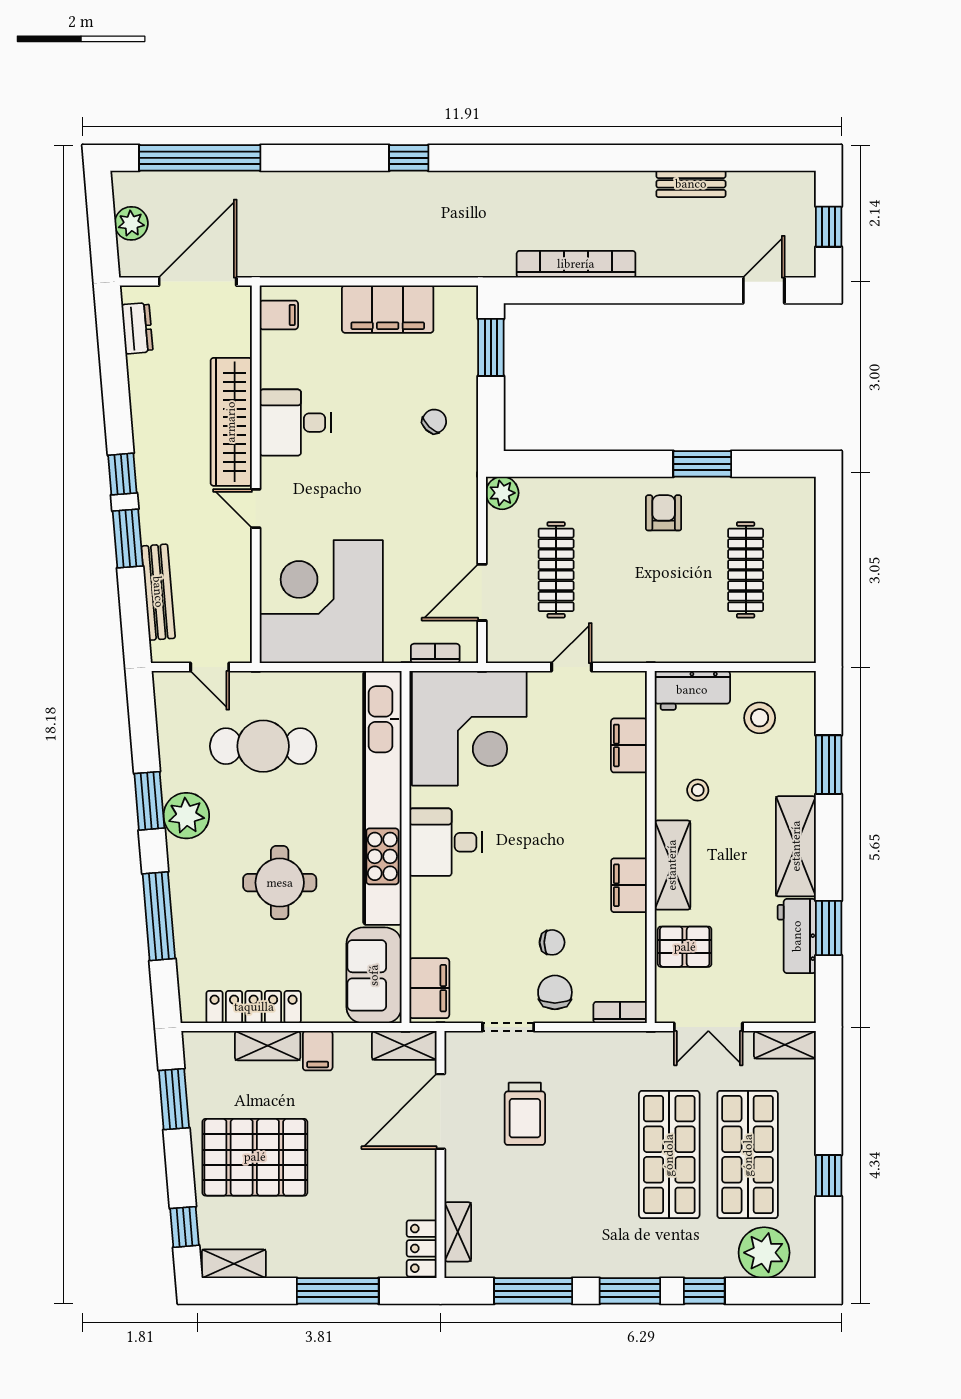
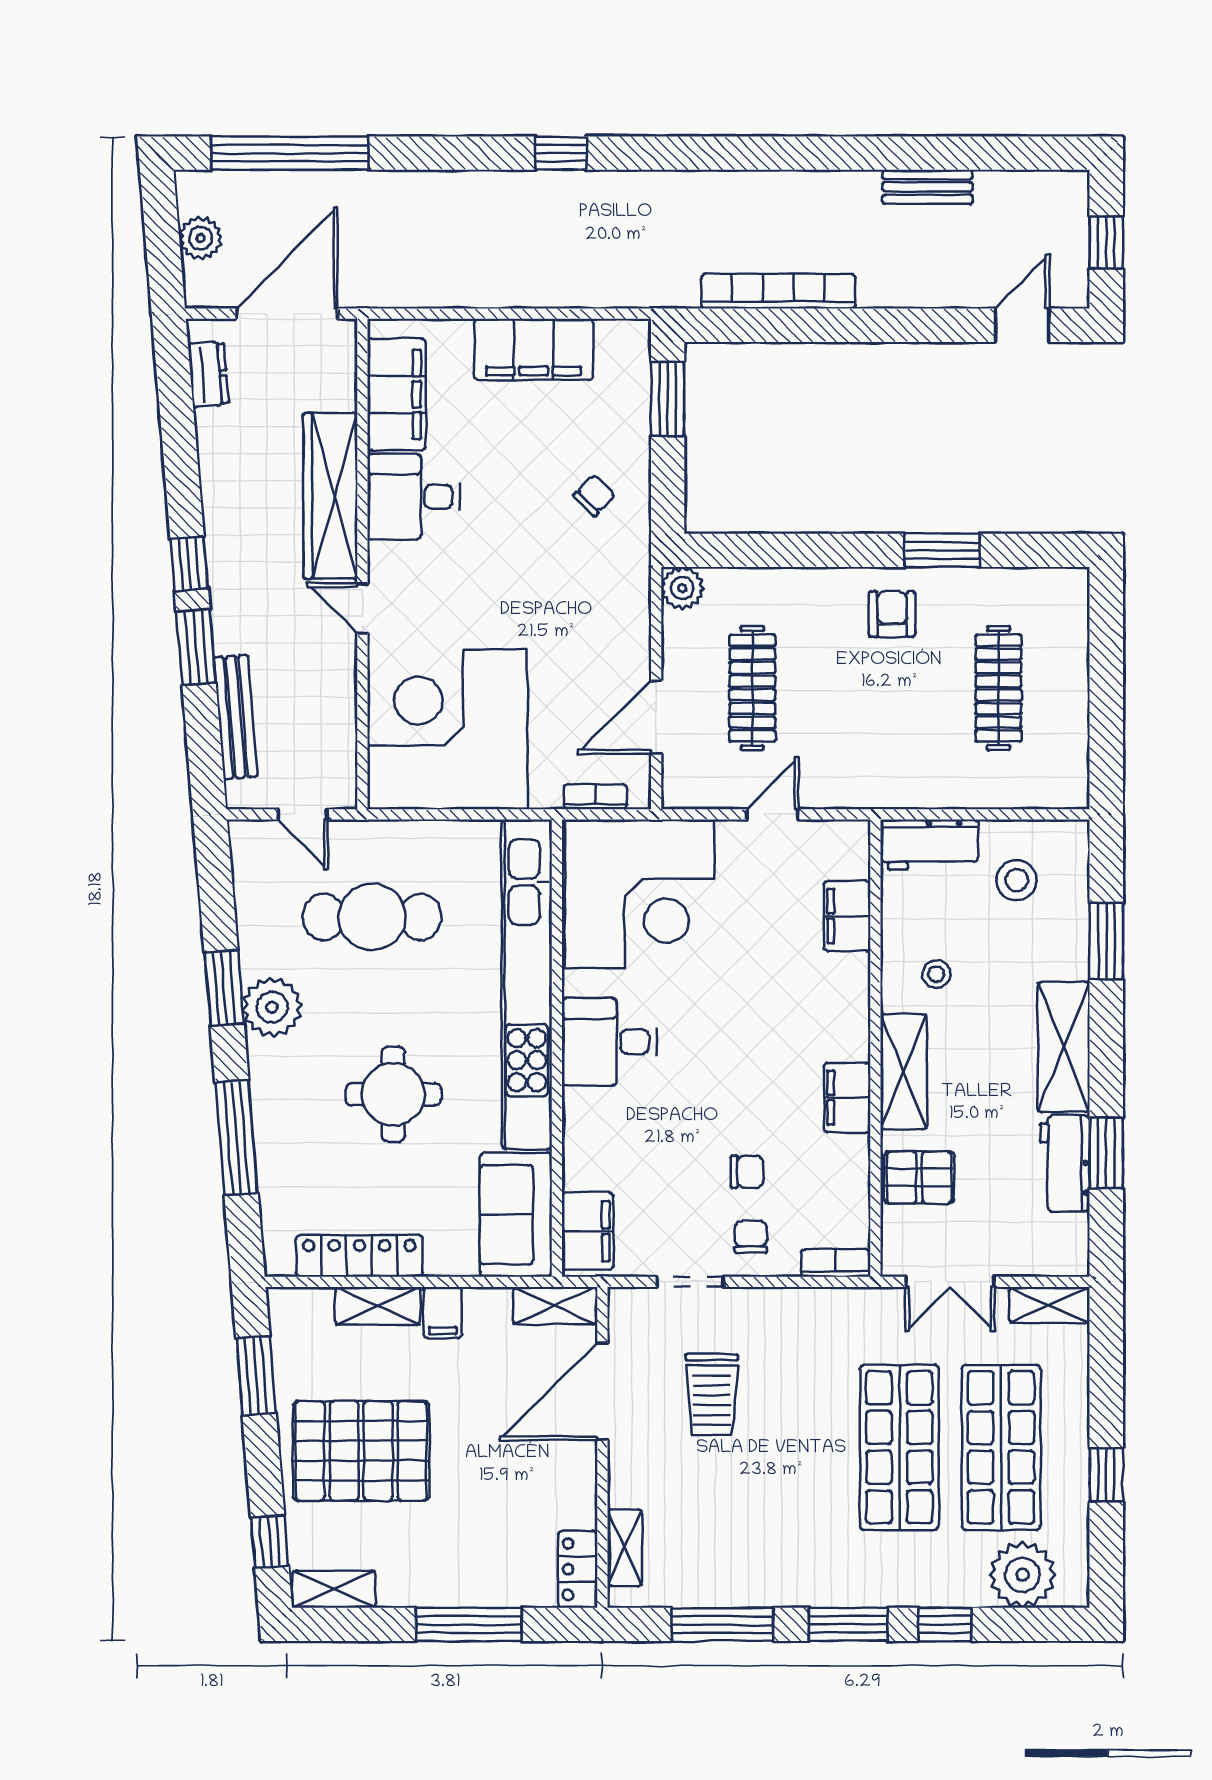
filing cabinet: (279, 315) -> (396, 394), width x3.00, depth x1.17
chair: (555, 992) -> (751, 1237), width x0.73, depth x0.73

